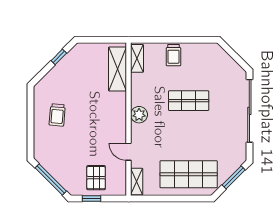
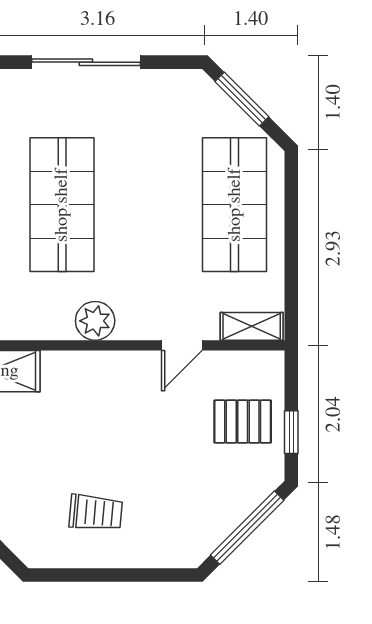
shop shelf: (189, 101) -> (62, 205), width x1.43, depth x1.36
sliding door: (249, 111) -> (86, 62), width x0.73

